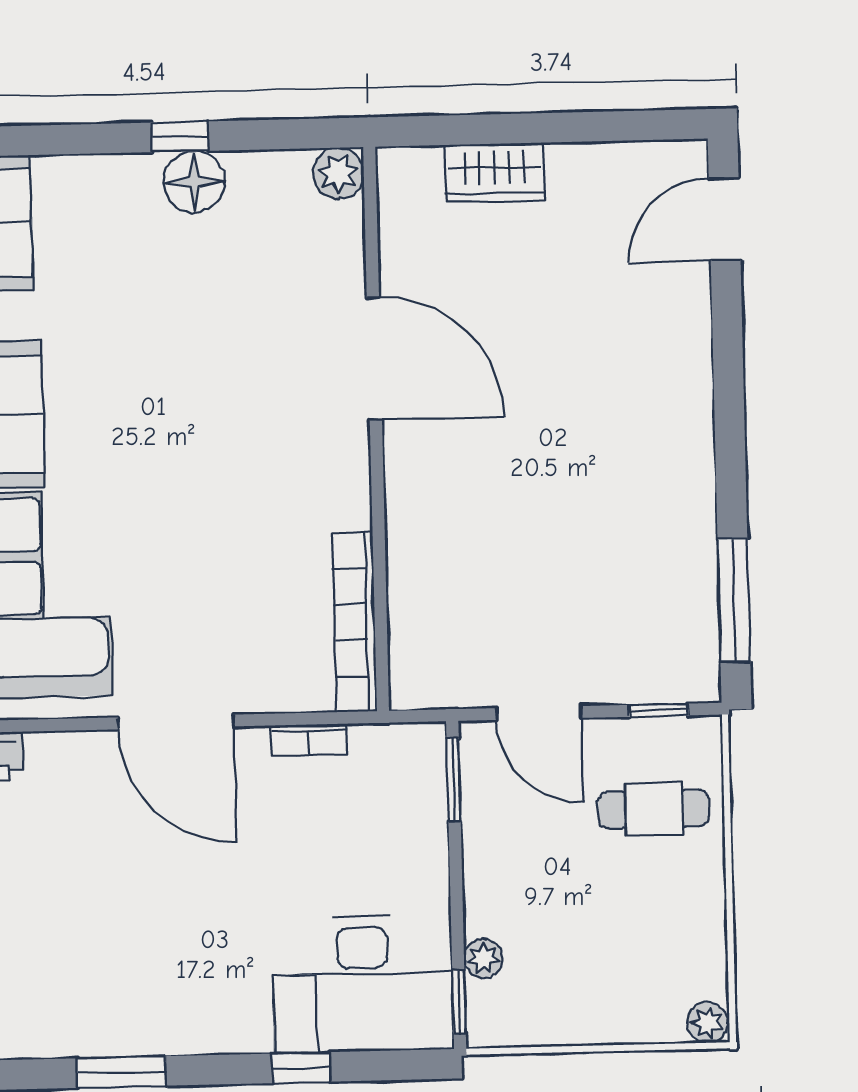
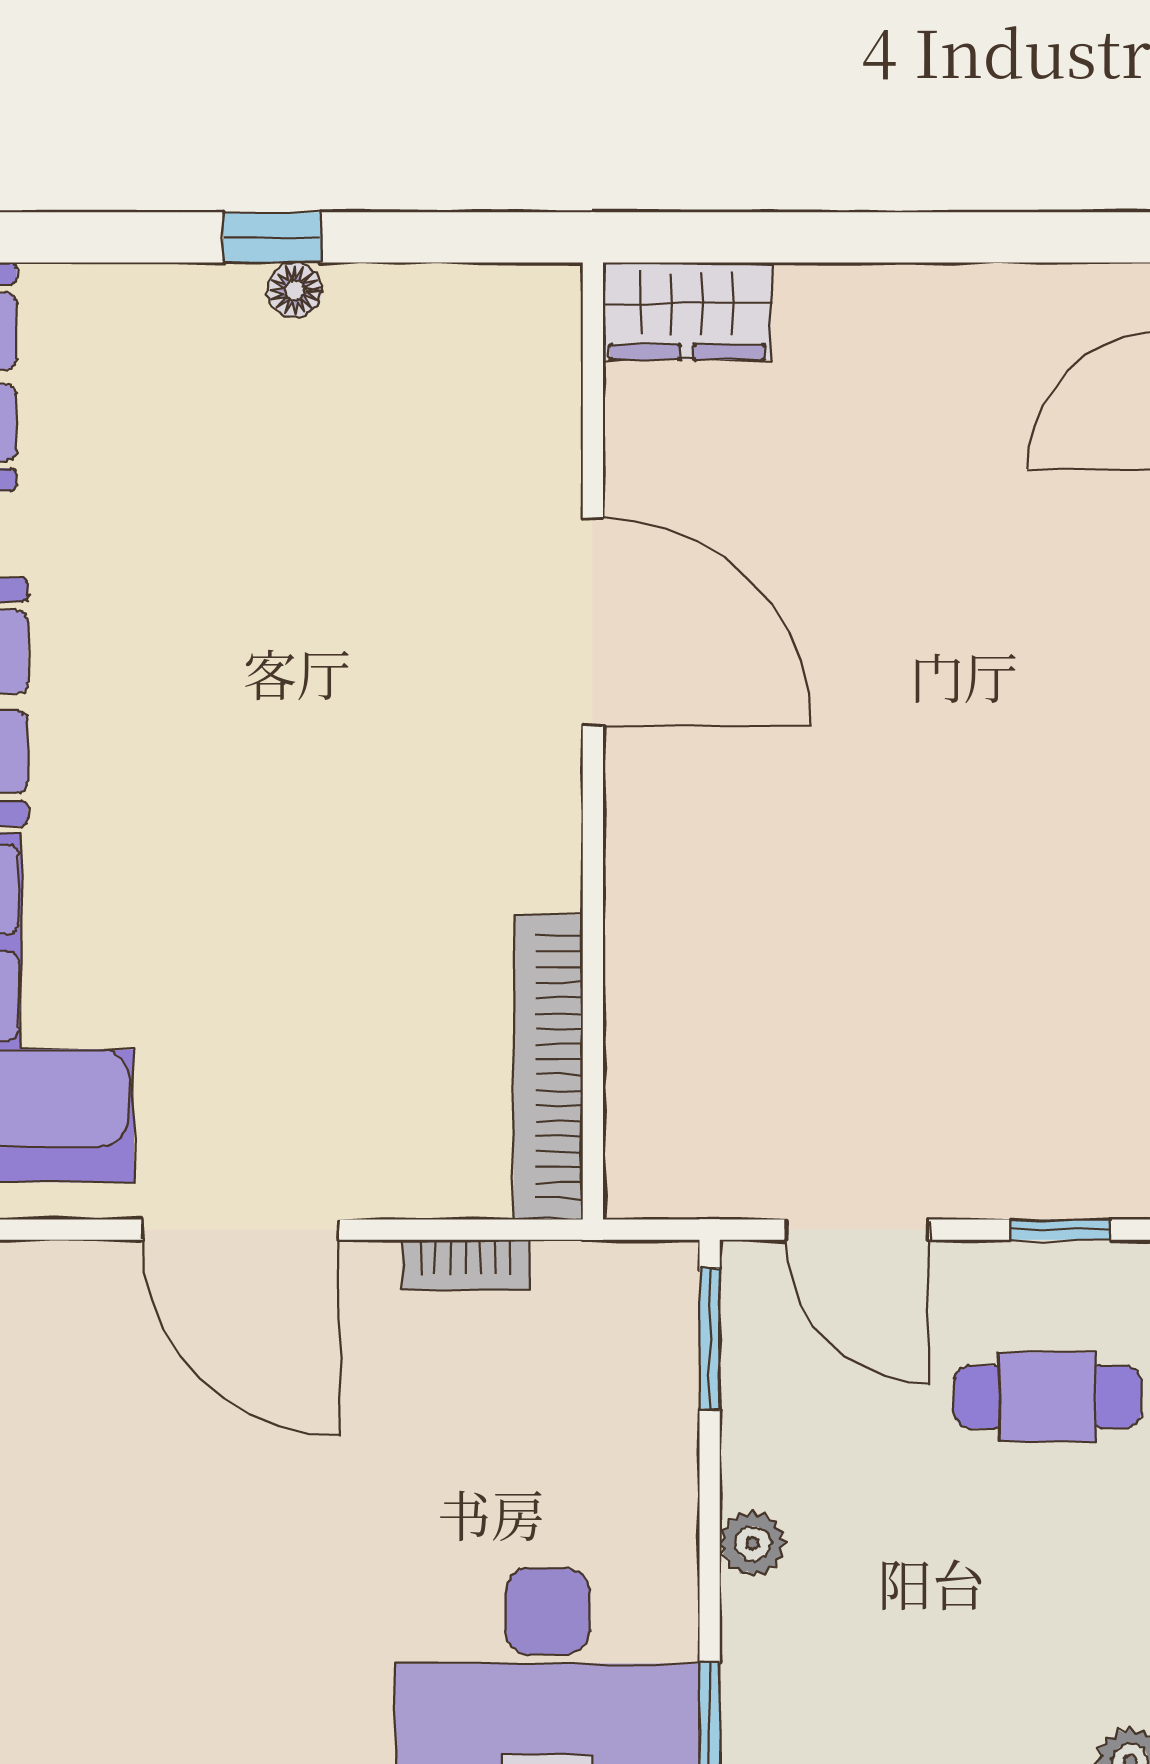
plant: (338, 173) -> (539, 306), removed
wardrobe: (495, 173) -> (687, 311), moved
floor lamp: (194, 182) -> (295, 290), width x0.53, depth x0.53
plant: (483, 958) -> (753, 1544), moved

